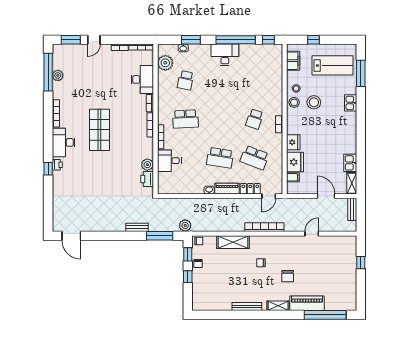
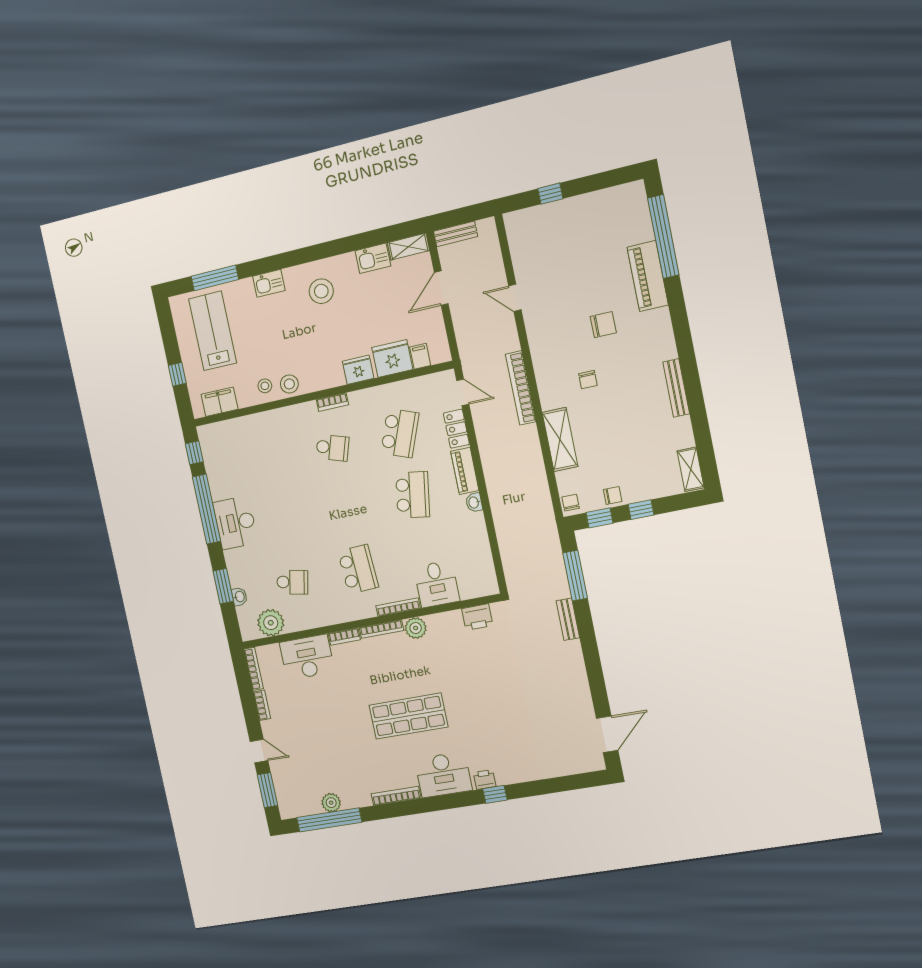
stool: (314, 102) -> (321, 291), moved
plant: (147, 165) -> (416, 628), moved
plant: (185, 225) -> (547, 533), removed
shelving: (278, 306) -> (691, 469), moved

